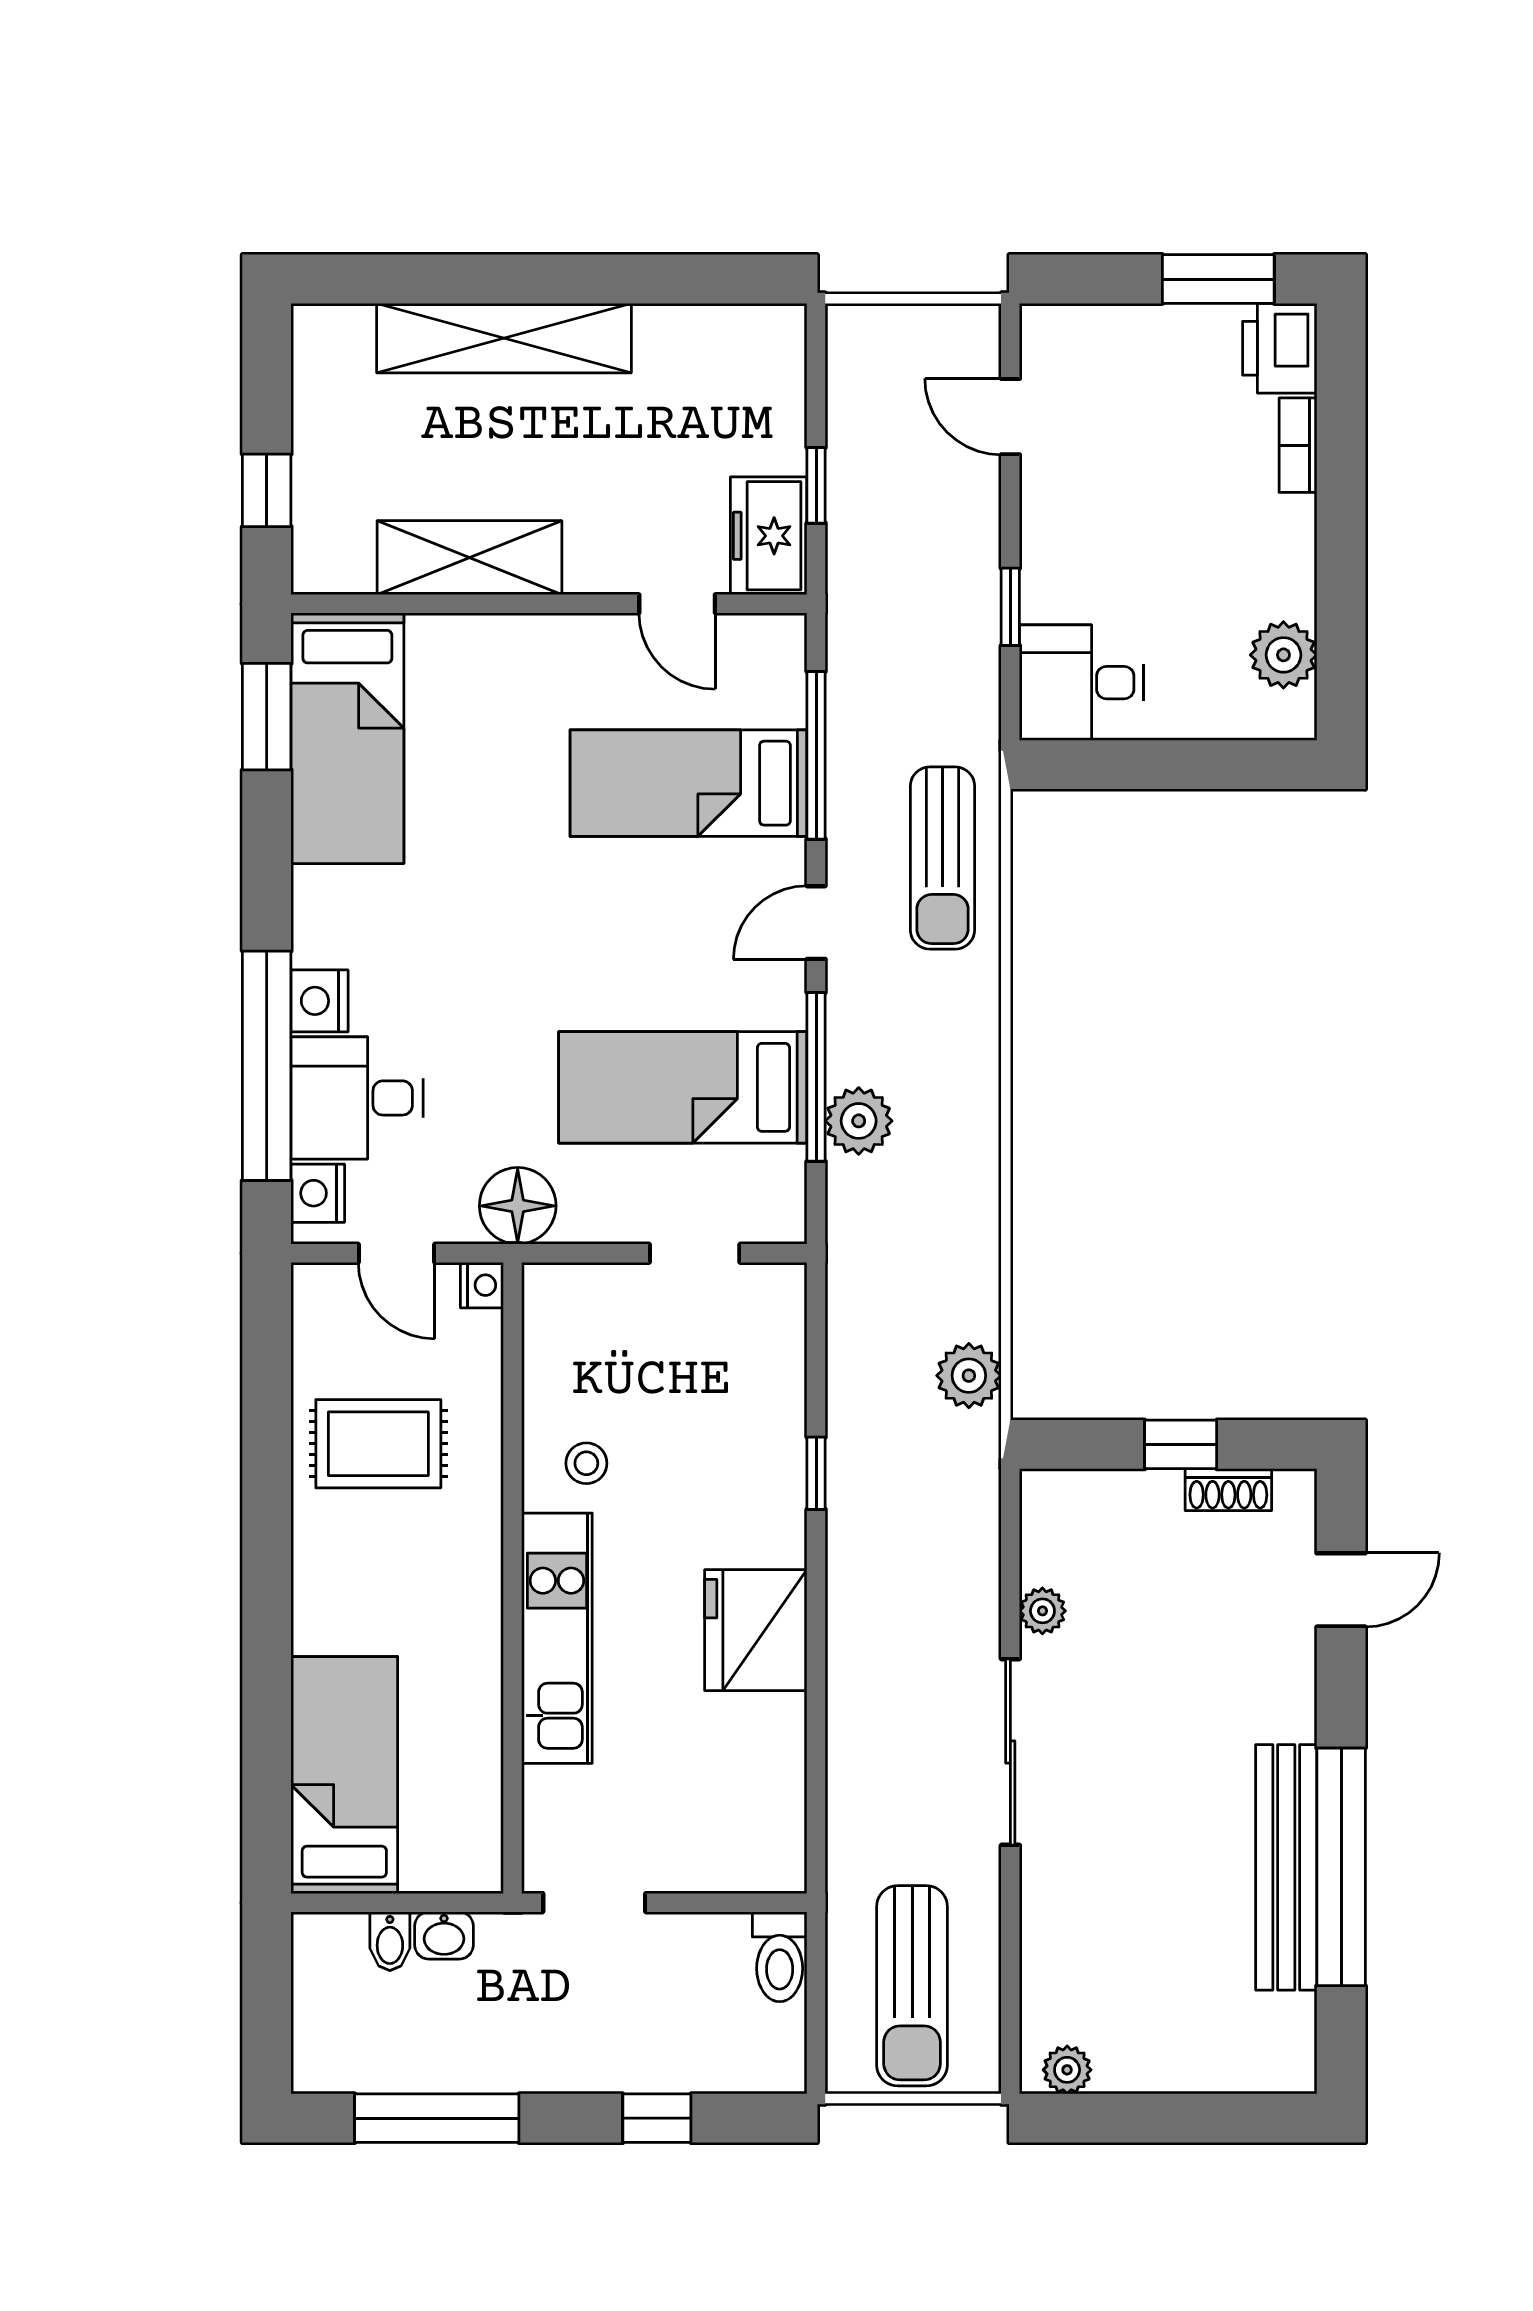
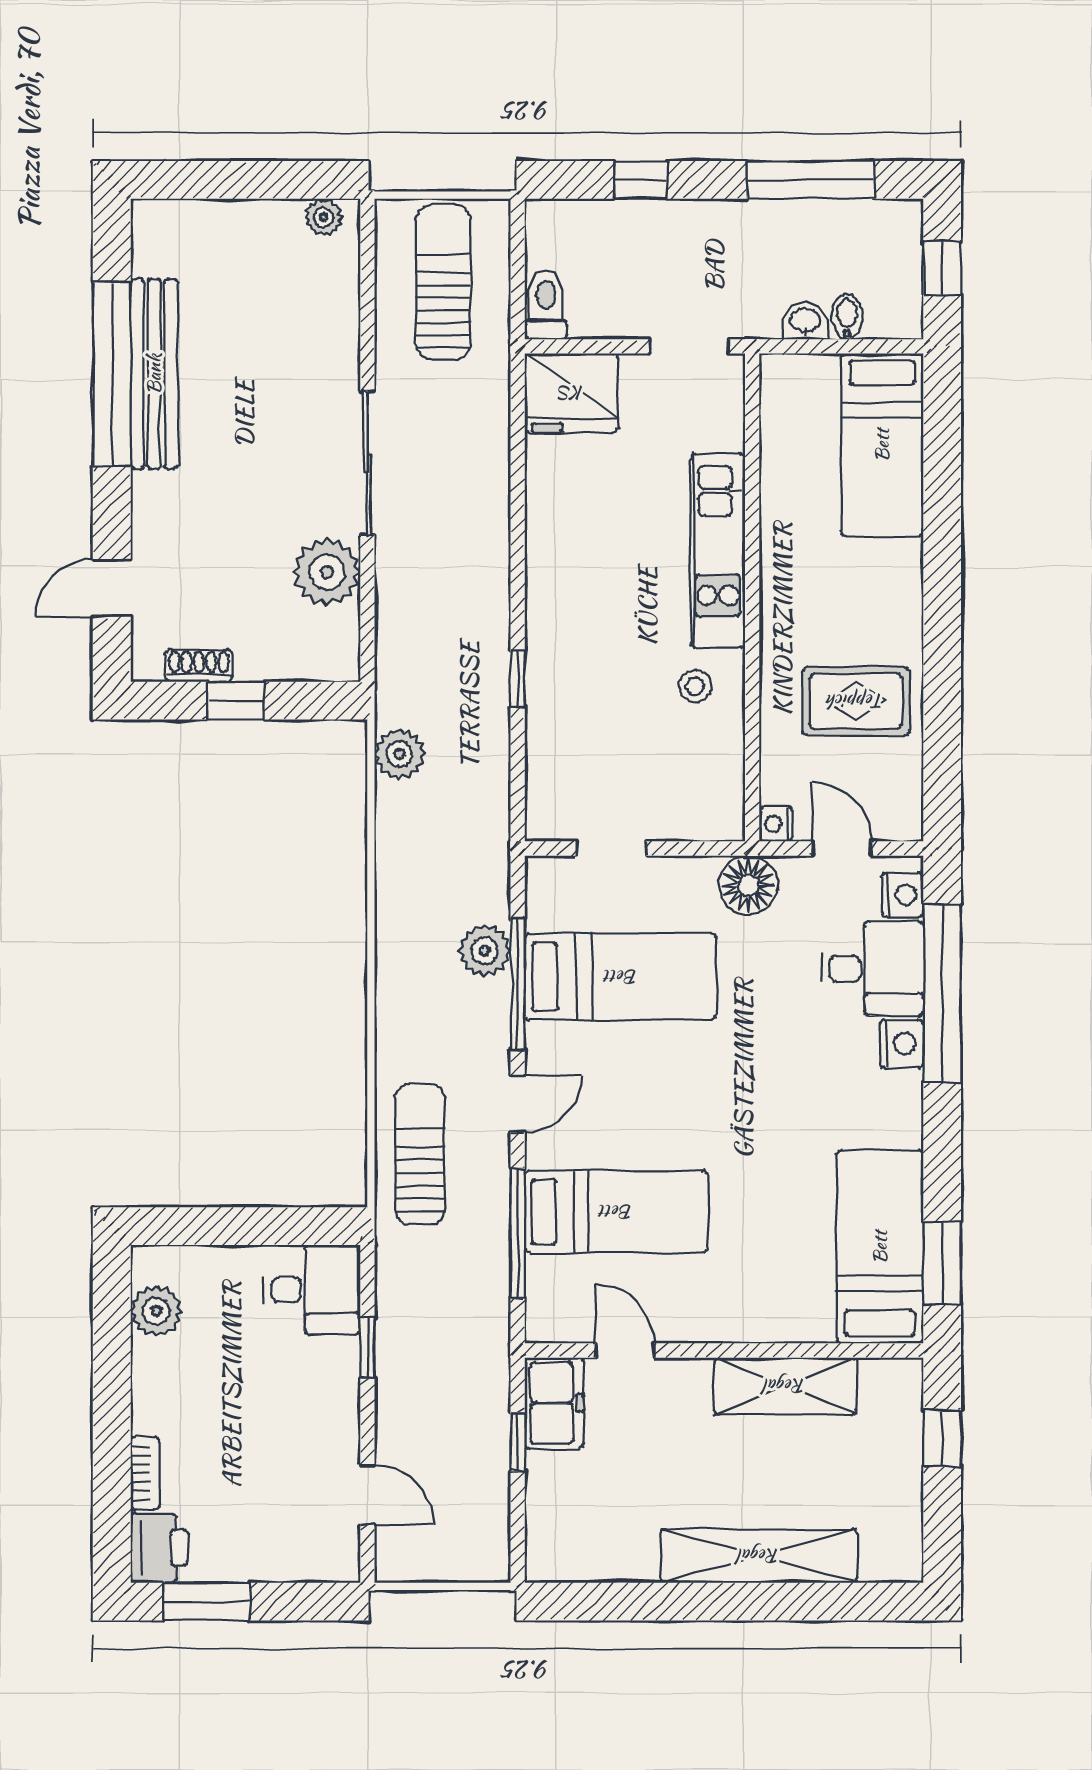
plant: (1042, 1611) -> (327, 572), width x1.88, depth x1.88
fridge: (756, 1630) -> (571, 393), moved, turned 90
window: (267, 2004) -> (942, 268), added

